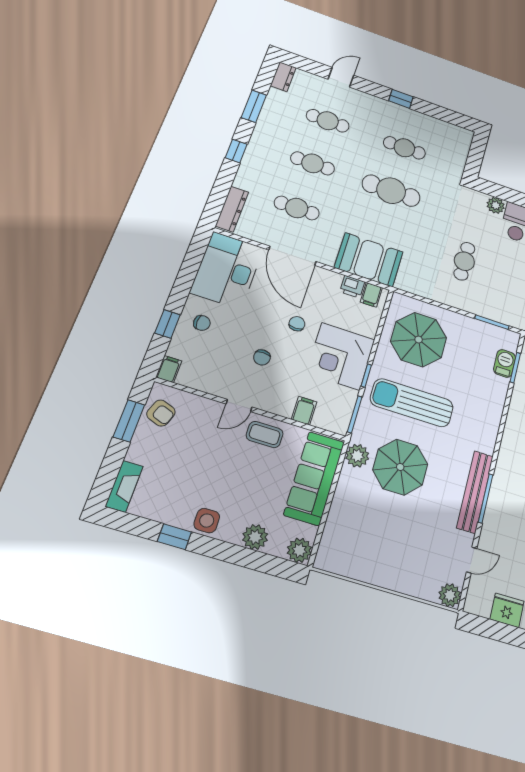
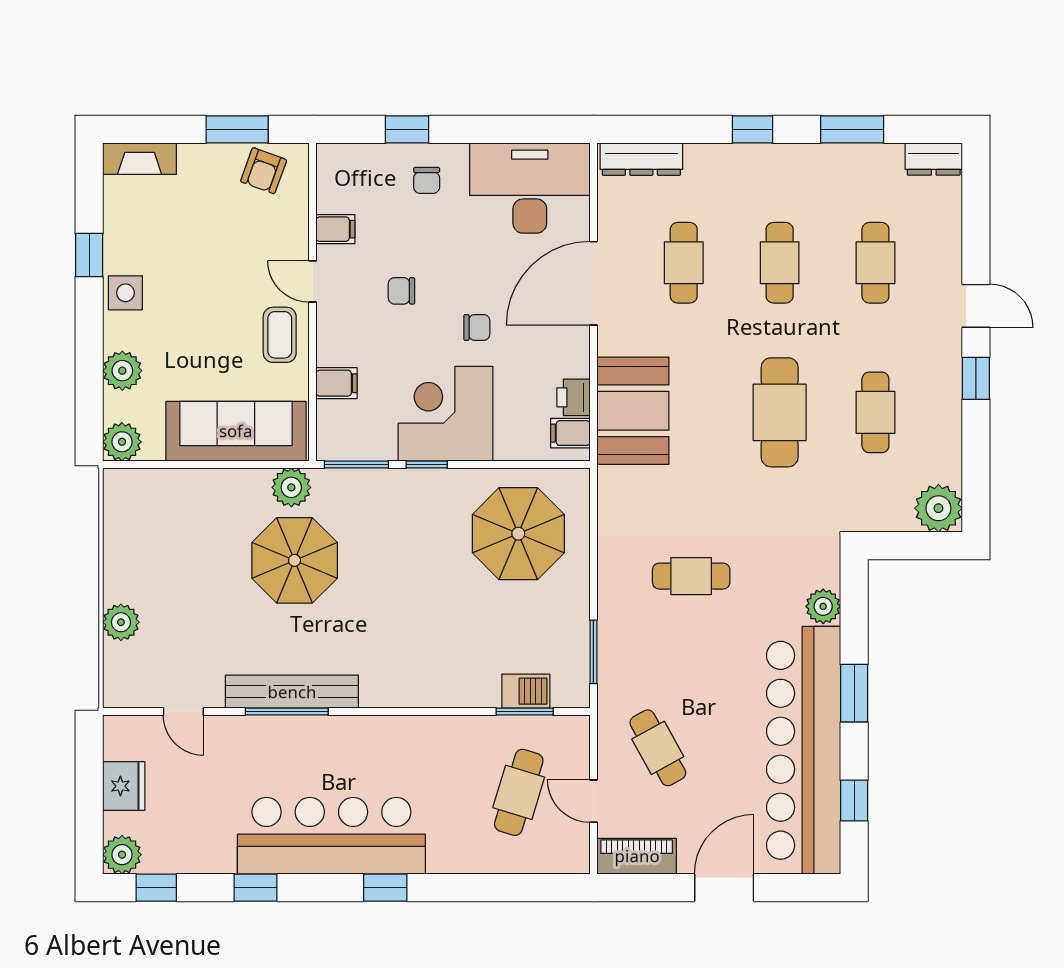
door: (341, 77) -> (976, 306), moved
plant: (460, 138) -> (938, 508), added
filing cabinet: (169, 369) -> (335, 229), moved
sun lounger: (412, 403) -> (406, 551), removed
plant: (450, 595) -> (121, 622), moved

